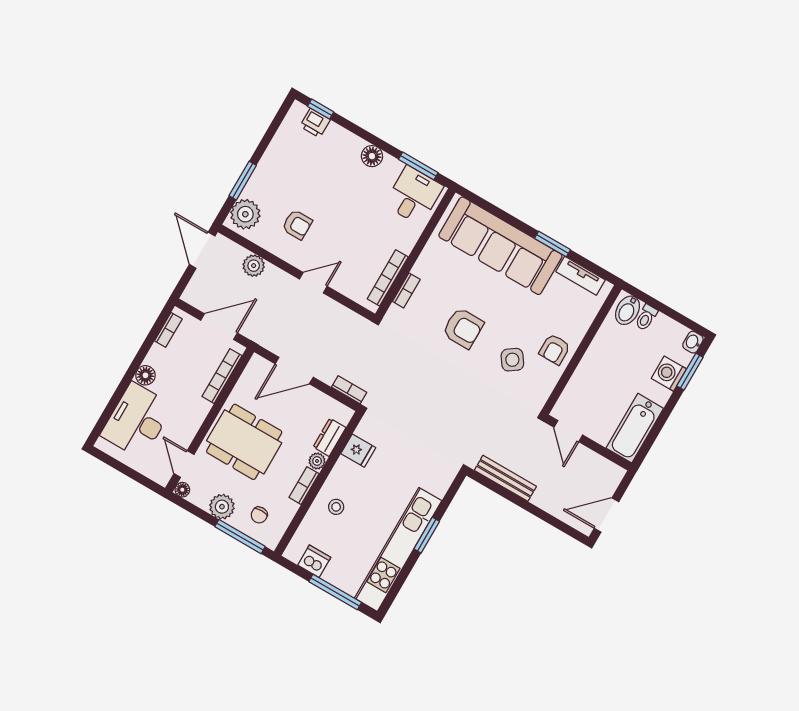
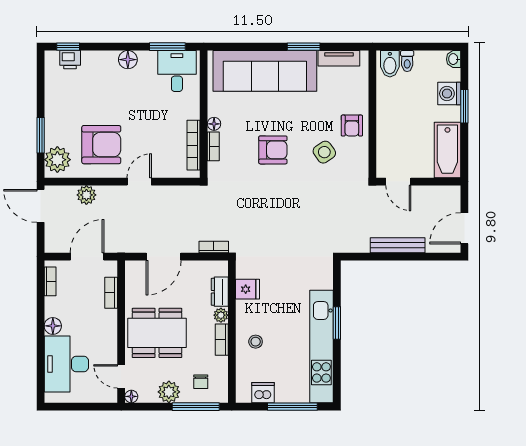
armchair: (297, 225) -> (101, 145), width x1.88, depth x1.88
floor lamp: (420, 269) -> (214, 124), added
window: (690, 372) -> (464, 106), moved
bookcase: (222, 376) -> (111, 293), width x0.64
bench: (505, 478) -> (398, 245), moved

